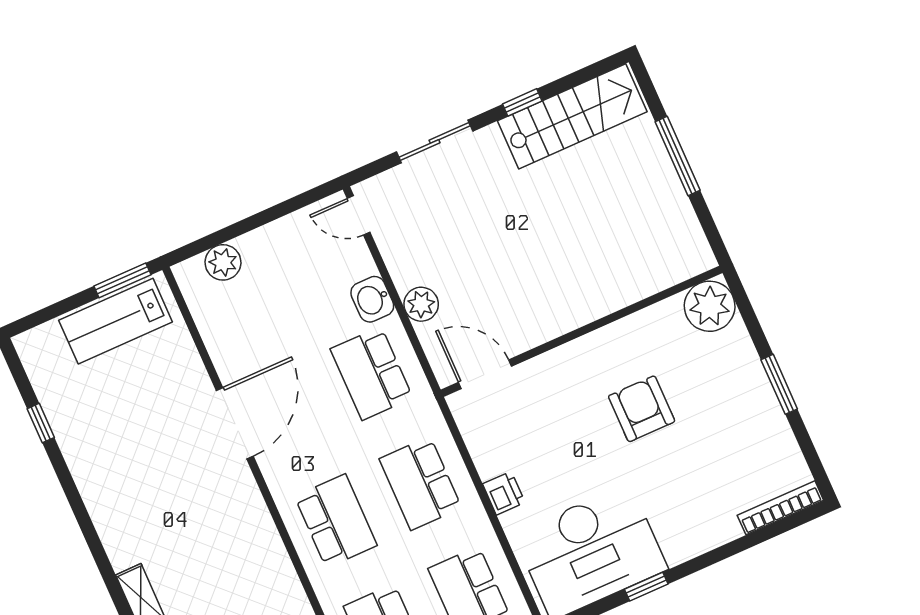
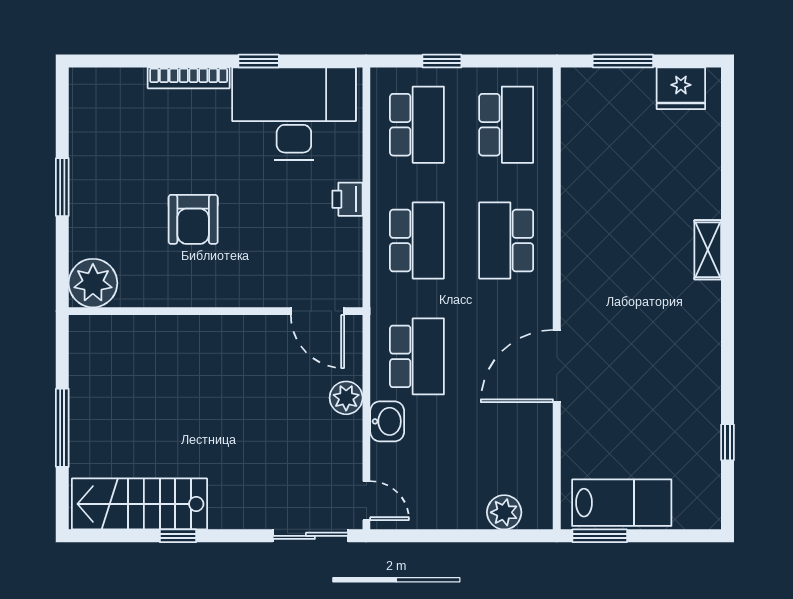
sliding door: (435, 141) -> (310, 536), moved
bookcase: (780, 508) -> (189, 78), moved

